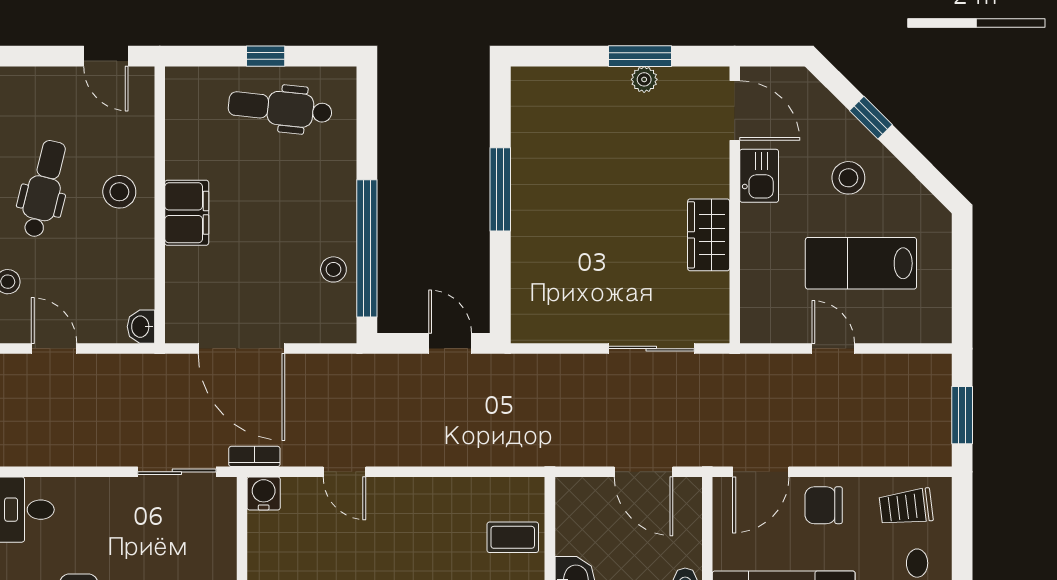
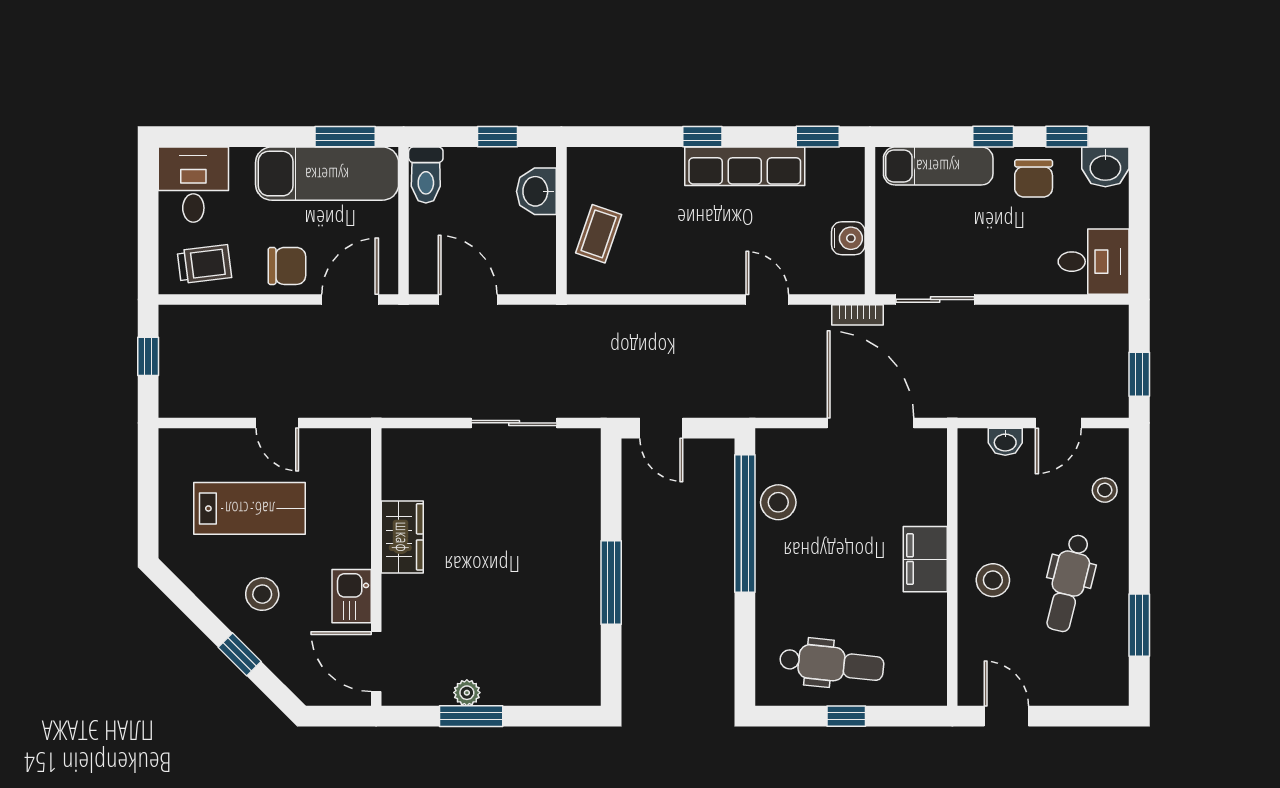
stool: (333, 269) -> (778, 502), width x1.37, depth x1.37
washbasin: (141, 327) -> (1005, 442), moved, turned 90
door: (54, 349) -> (1058, 423), hinge flipped
sliding door: (651, 349) -> (514, 423), moved
window: (962, 415) -> (148, 356), width x0.67
water cooler: (264, 493) -> (848, 238), moved, turned -90
coffee table: (513, 537) -> (599, 234), turned -71

